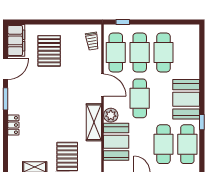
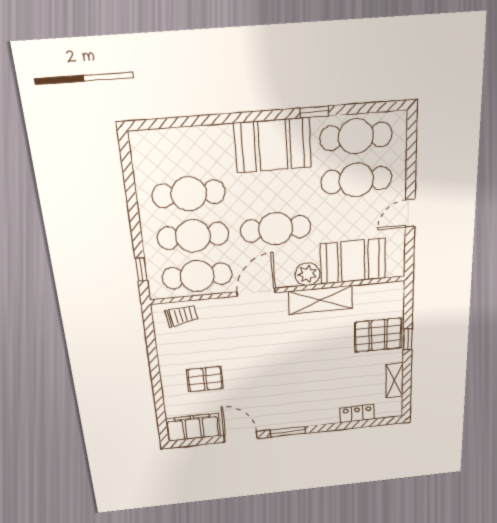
pallet: (49, 51) -> (205, 379), width x0.67, depth x0.71
locker: (13, 125) -> (357, 414), moved

